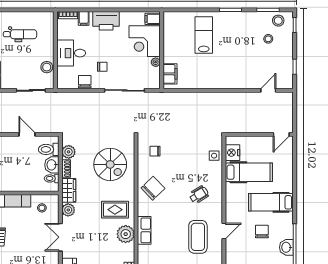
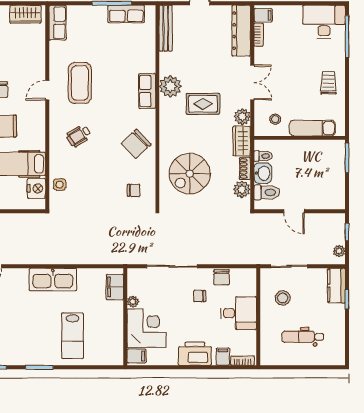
stool: (47, 67) -> (283, 298), moved
kitchen sink: (219, 80) -> (53, 279), added
spiral stairs: (110, 164) -> (190, 174), turned -90
rug: (115, 210) -> (203, 104), moved

